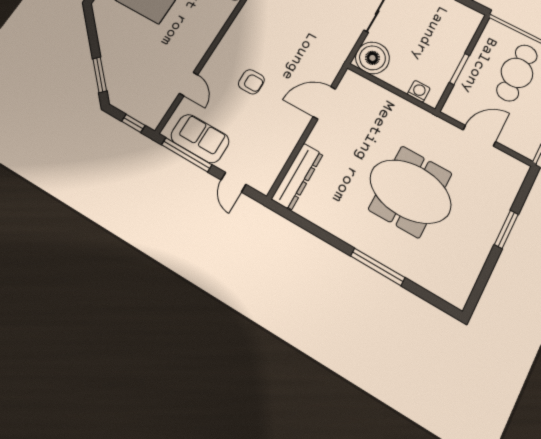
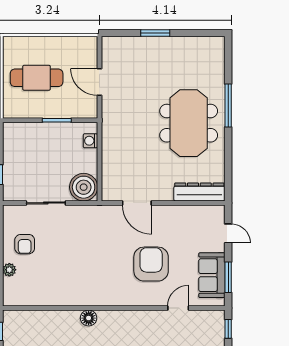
armchair: (251, 82) -> (151, 264), width x1.88, depth x1.88
window: (187, 155) -> (228, 277), width x0.69
door: (233, 182) -> (228, 233), hinge flipped
meeting table: (410, 191) -> (189, 123), moved

